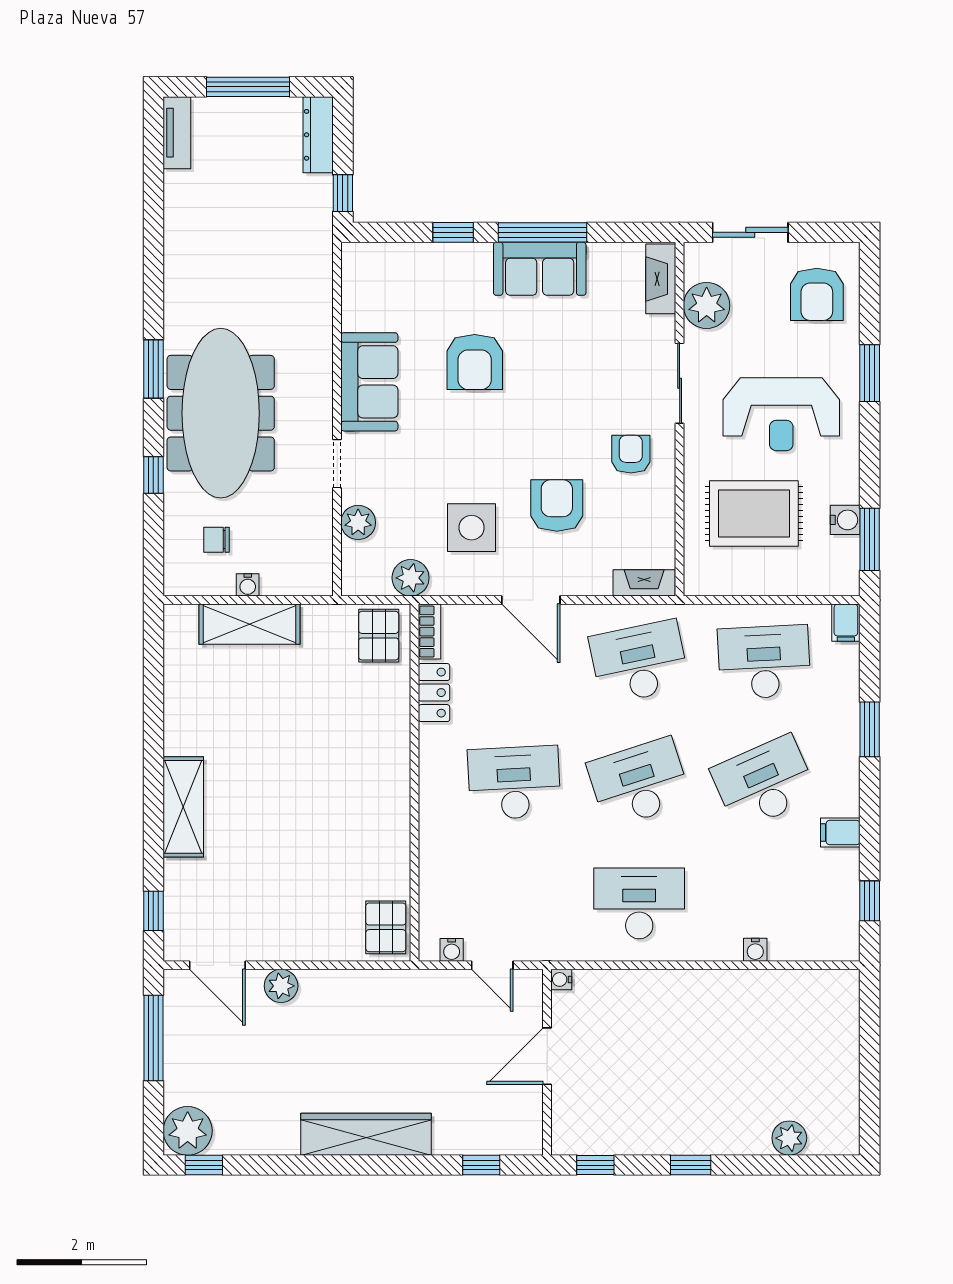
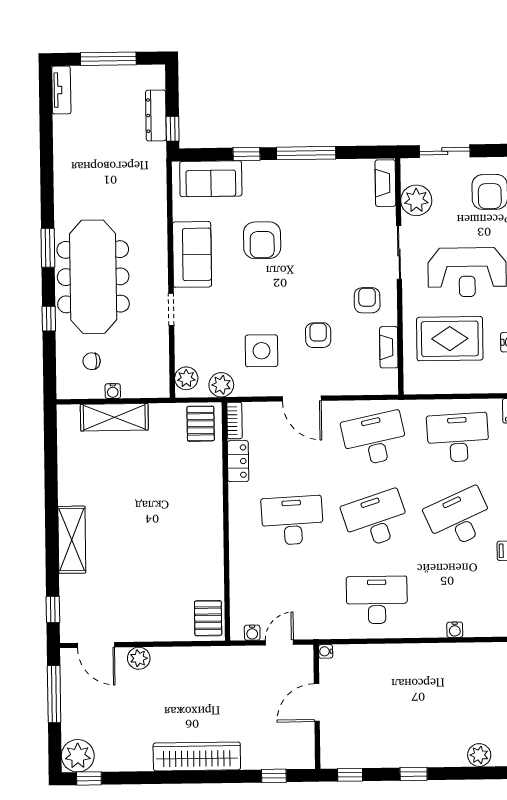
dresser: (318, 135) -> (156, 115), moved
sofa: (540, 269) -> (211, 179), moved
armchair: (557, 505) -> (318, 335), width x0.72, depth x0.72
plant: (358, 522) -> (186, 378), moved
fireplace: (644, 583) -> (389, 347), moved, turned -90
door: (492, 965) -> (279, 643), swing flipped

